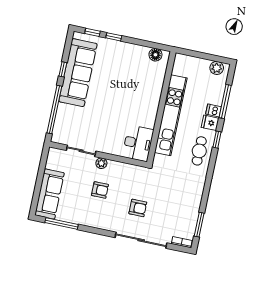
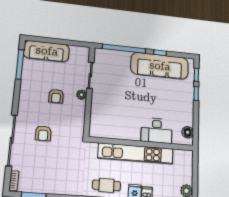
desk: (138, 143) -> (157, 131), moved

